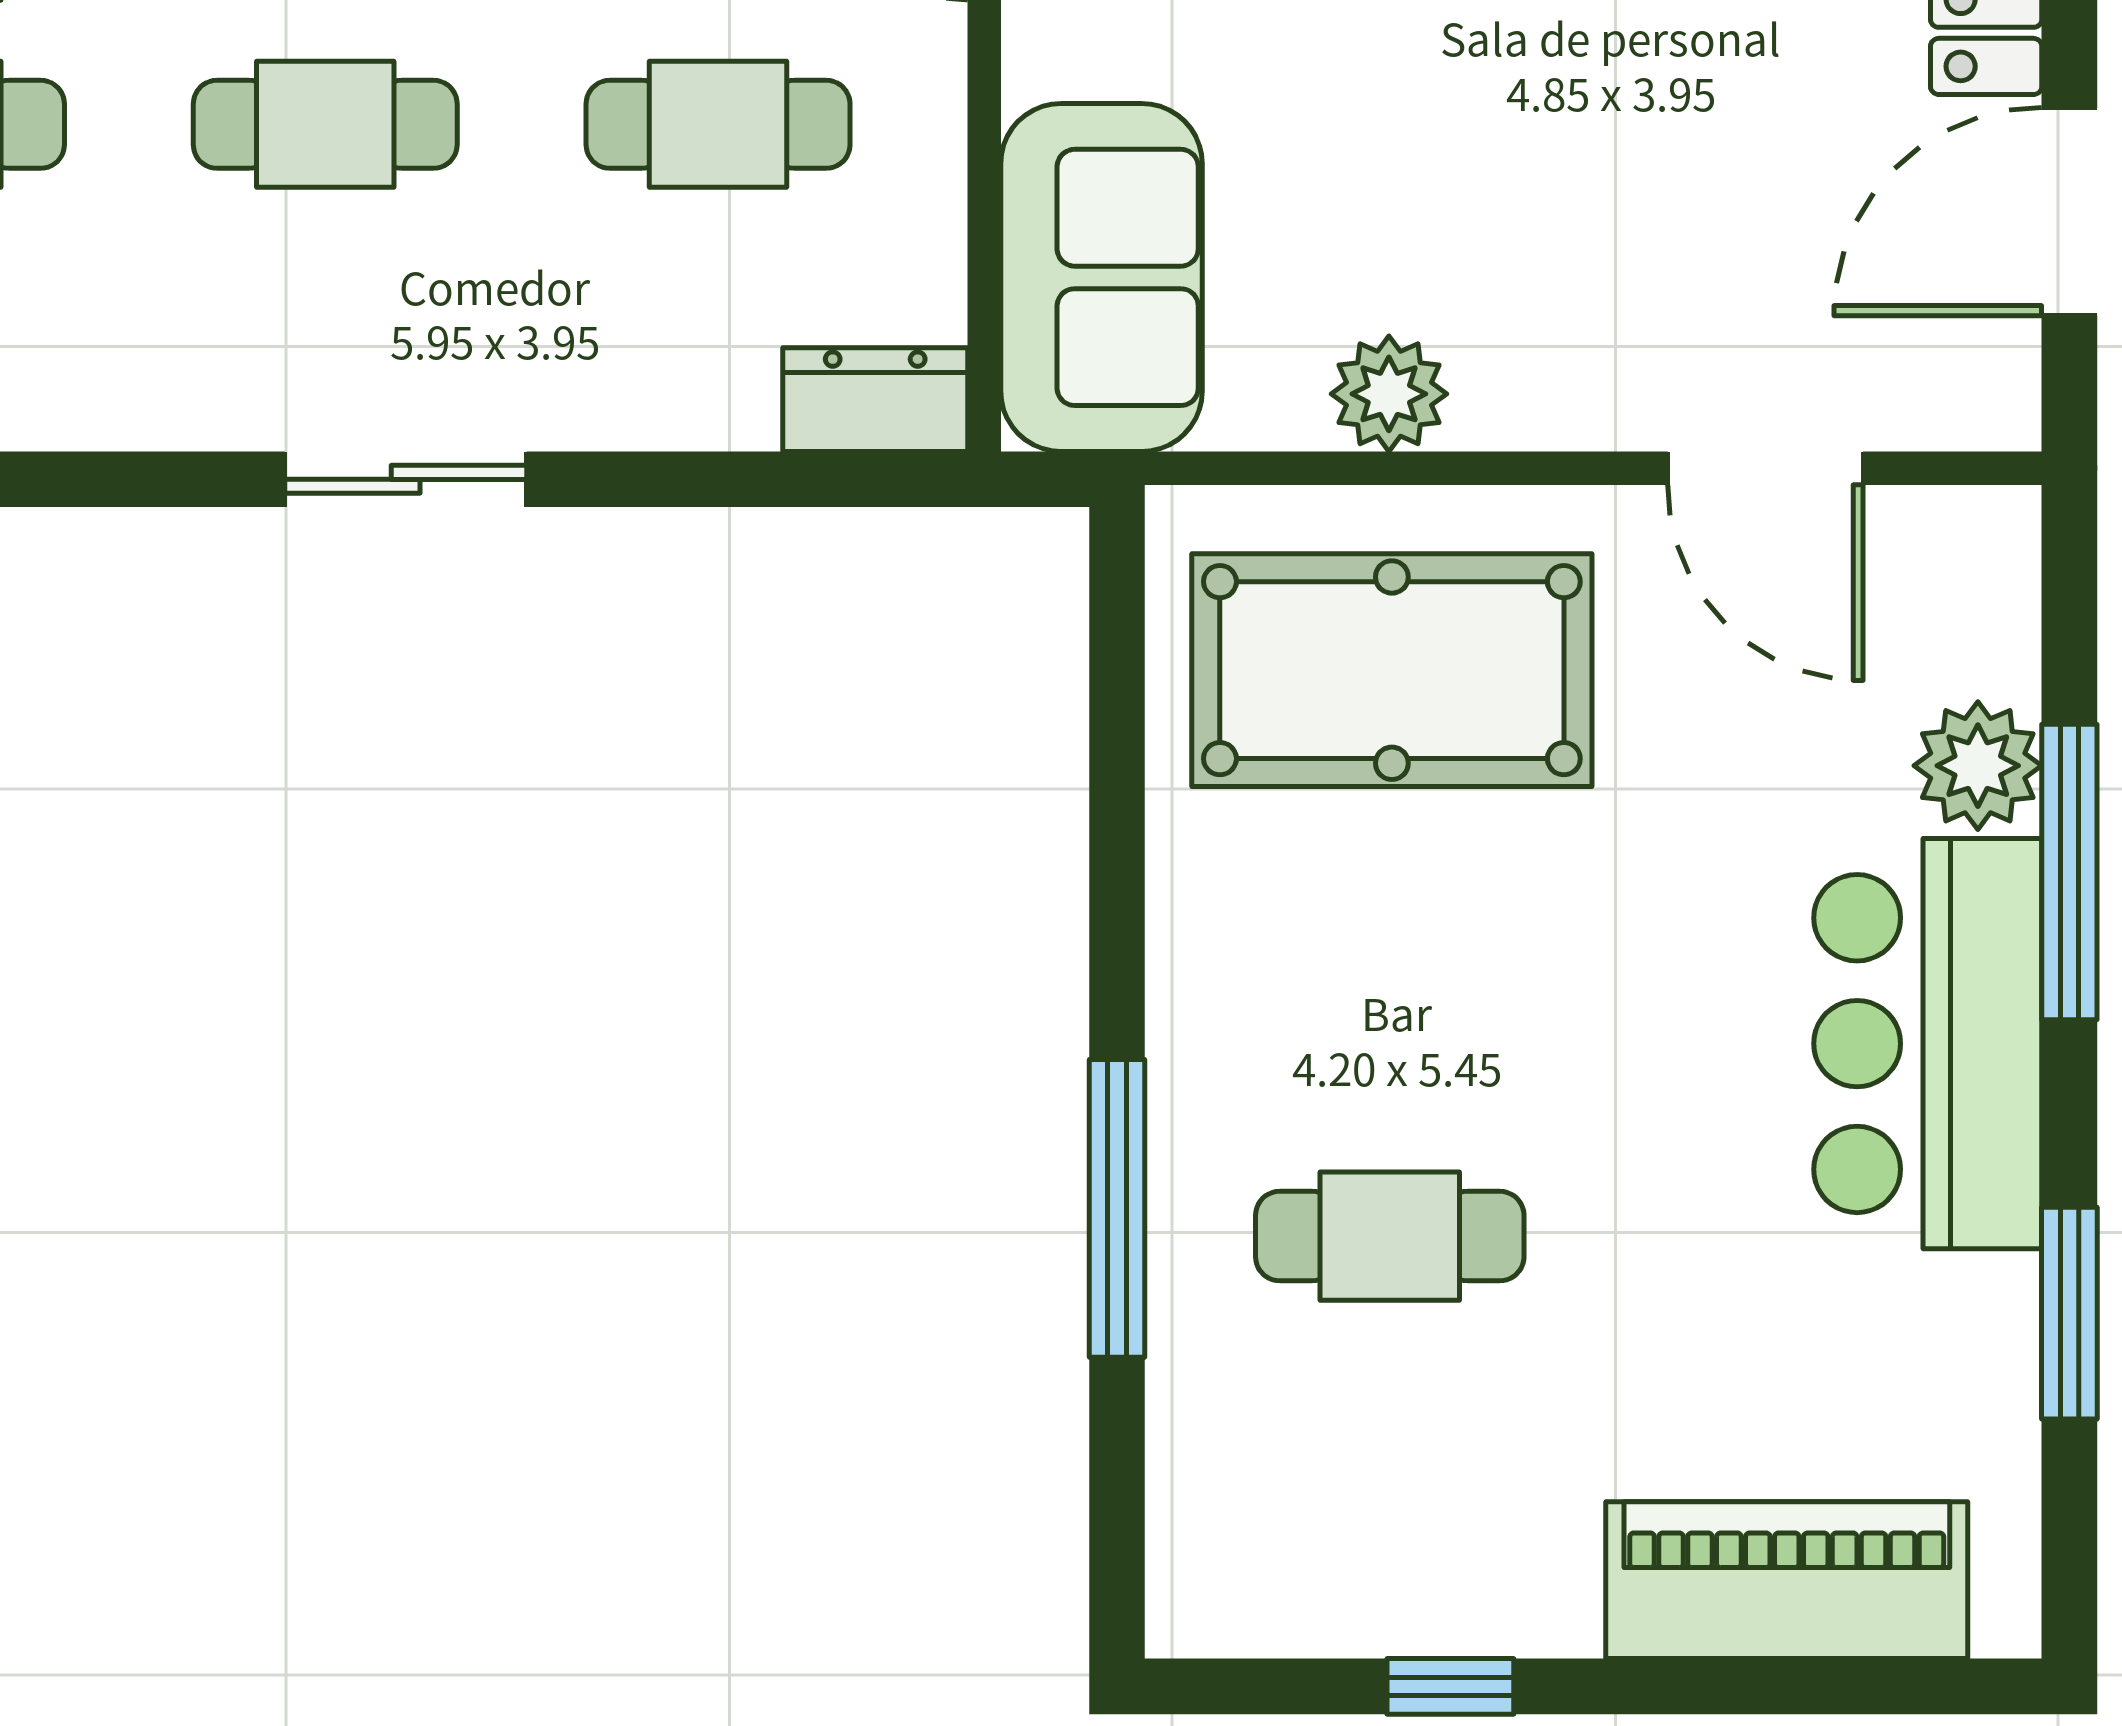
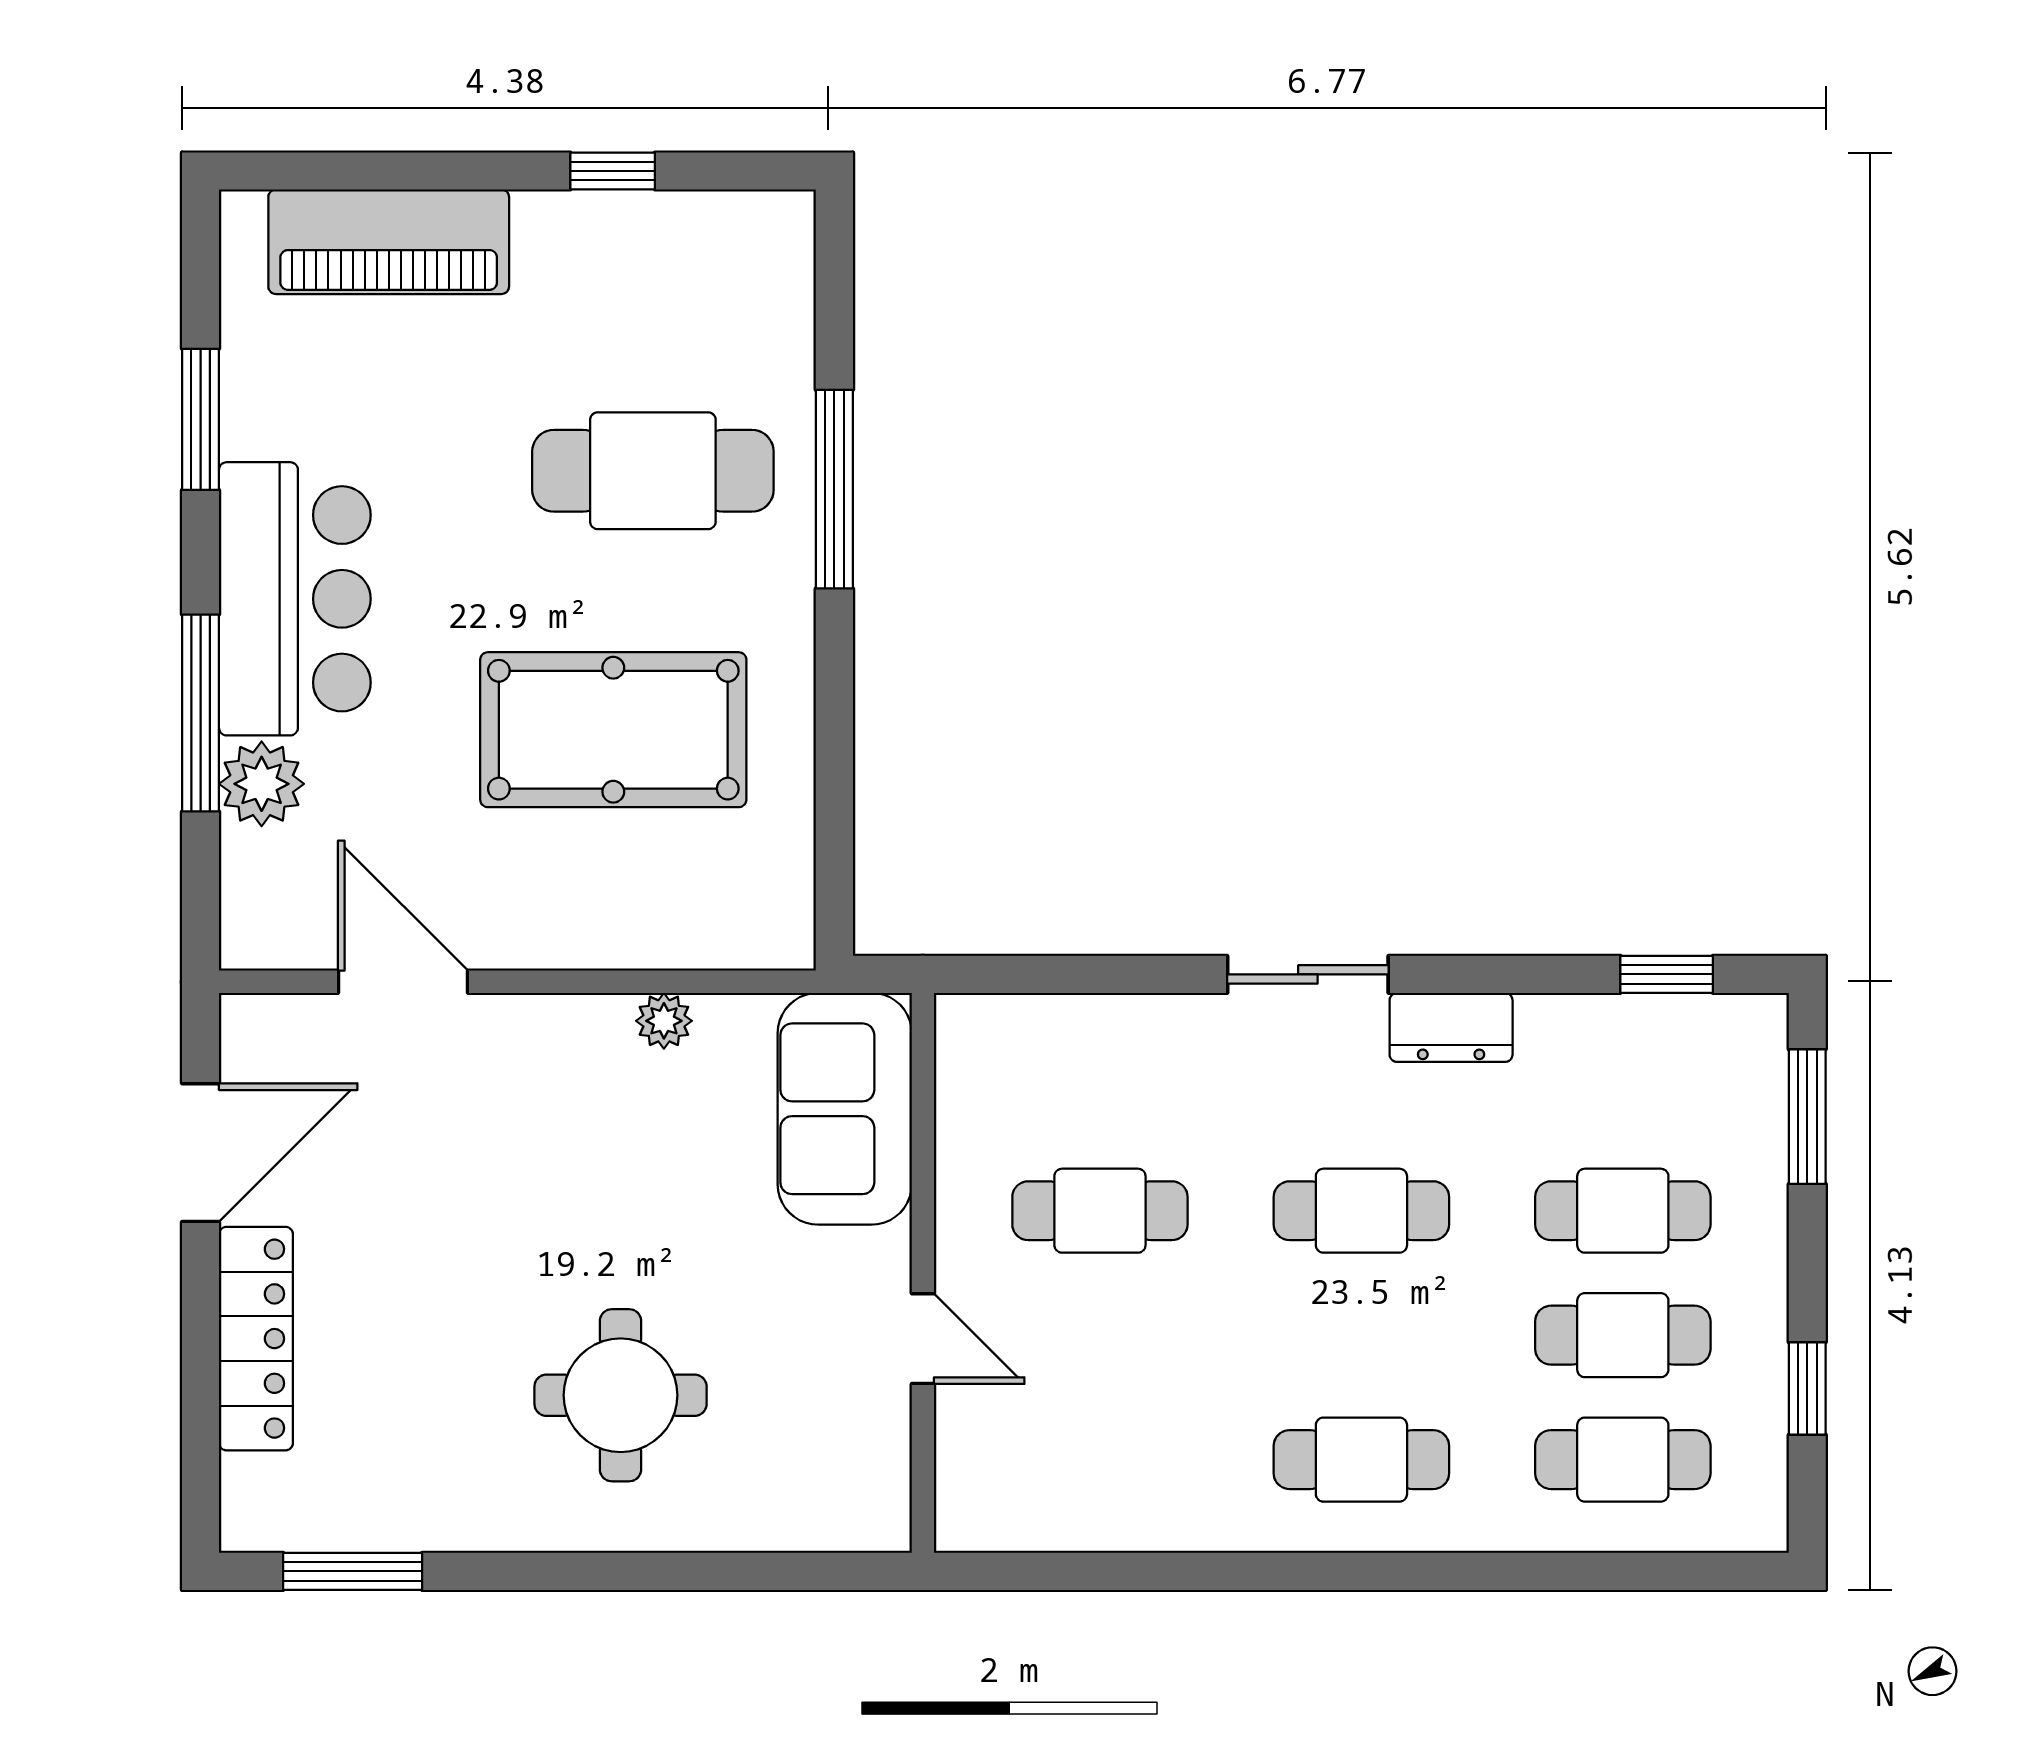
plant: (1389, 394) -> (664, 1021), width x0.73, depth x0.73
dresser: (875, 400) -> (1451, 1027), moved
pool table: (1392, 670) -> (613, 730), moved
cafe table: (1390, 1236) -> (653, 471), width x1.37, depth x1.35

